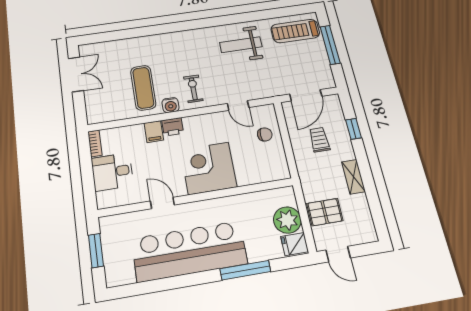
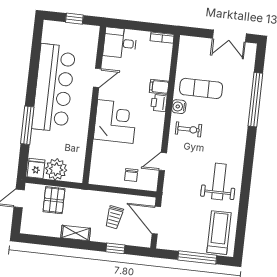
window: (140, 32) -> (255, 100), added
trolley: (319, 140) -> (114, 217), turned 99
desk: (112, 172) -> (120, 43), moved, turned -90
window: (96, 250) -> (74, 19), width x0.67

